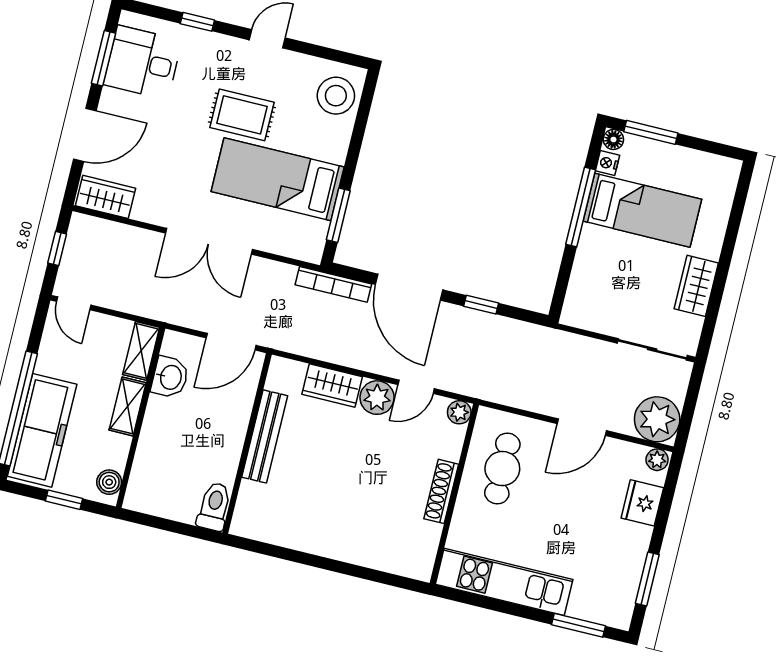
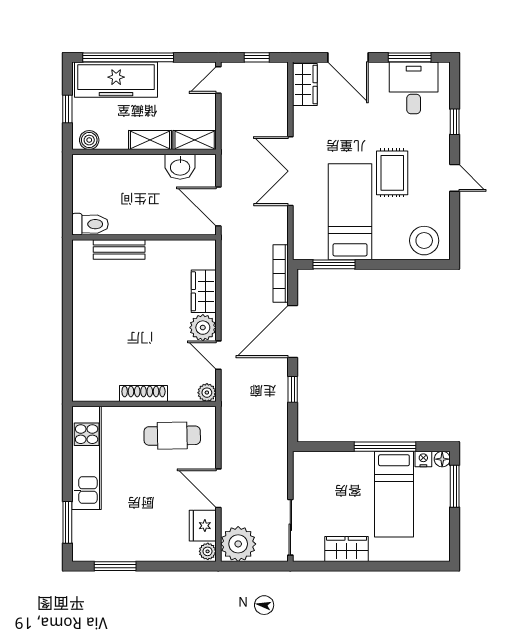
bench: (265, 436) -> (119, 250), moved, width x0.73
fridge: (642, 503) -> (203, 526), moved, turned -90

